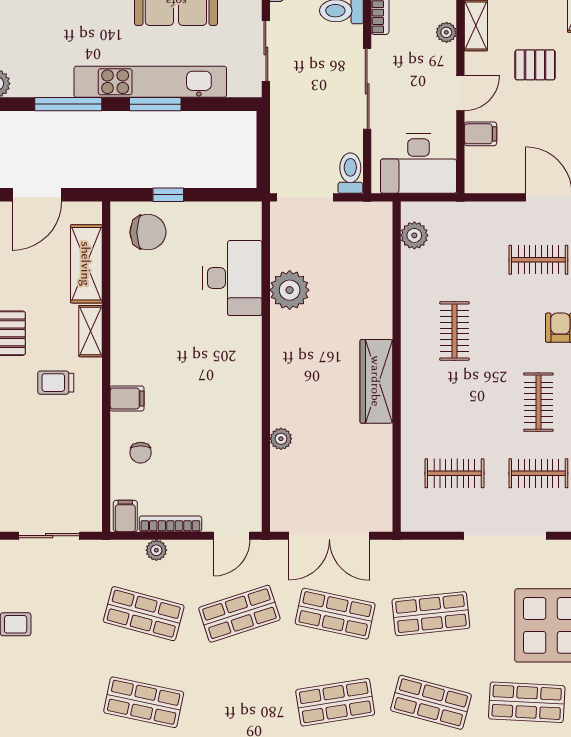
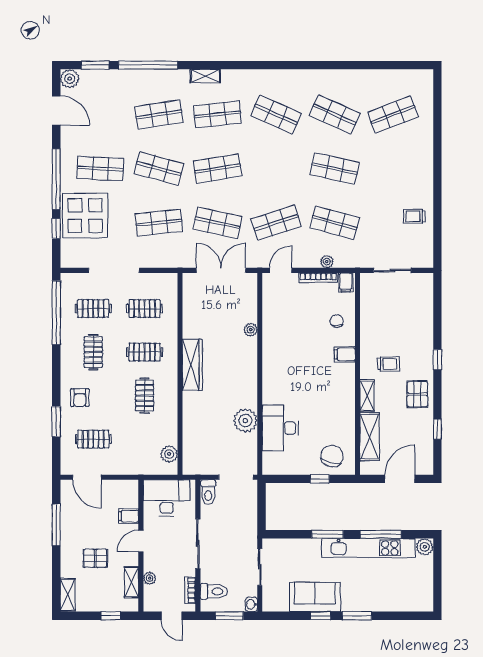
kitchen unit: (150, 82) -> (368, 548), moved
chair: (148, 232) -> (332, 456), turned 105
clothes rail: (454, 402) -> (145, 352), added

